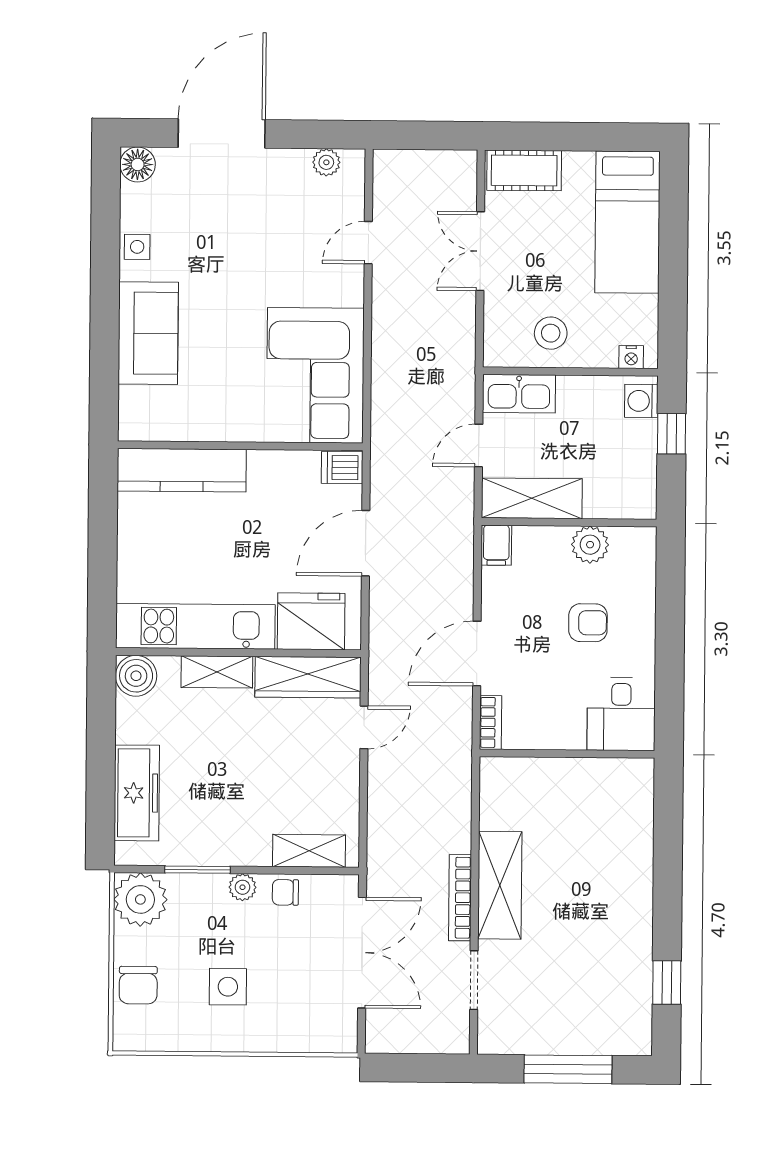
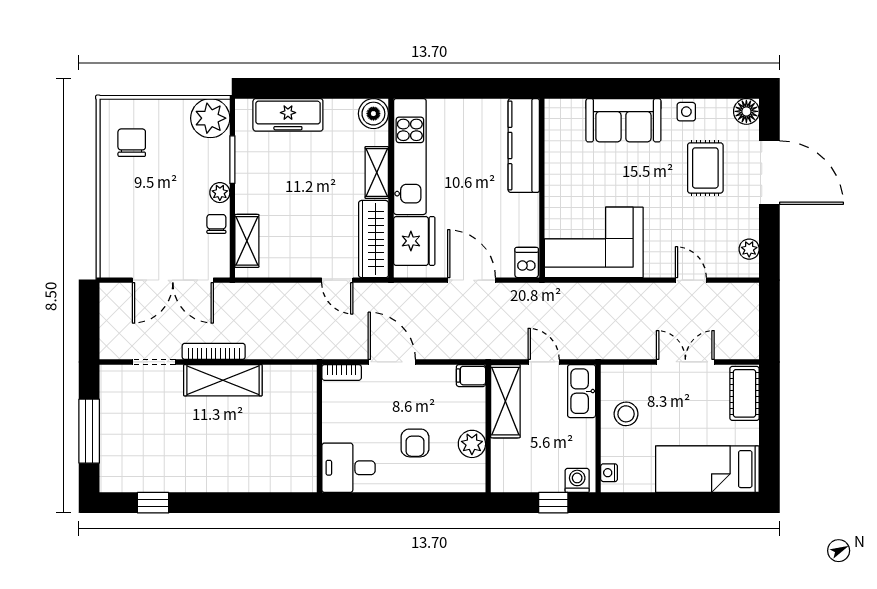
rug: (215, 221) -> (705, 168), added
chair: (138, 985) -> (132, 143), moved, turned 90
side table: (228, 987) -> (147, 183), removed

